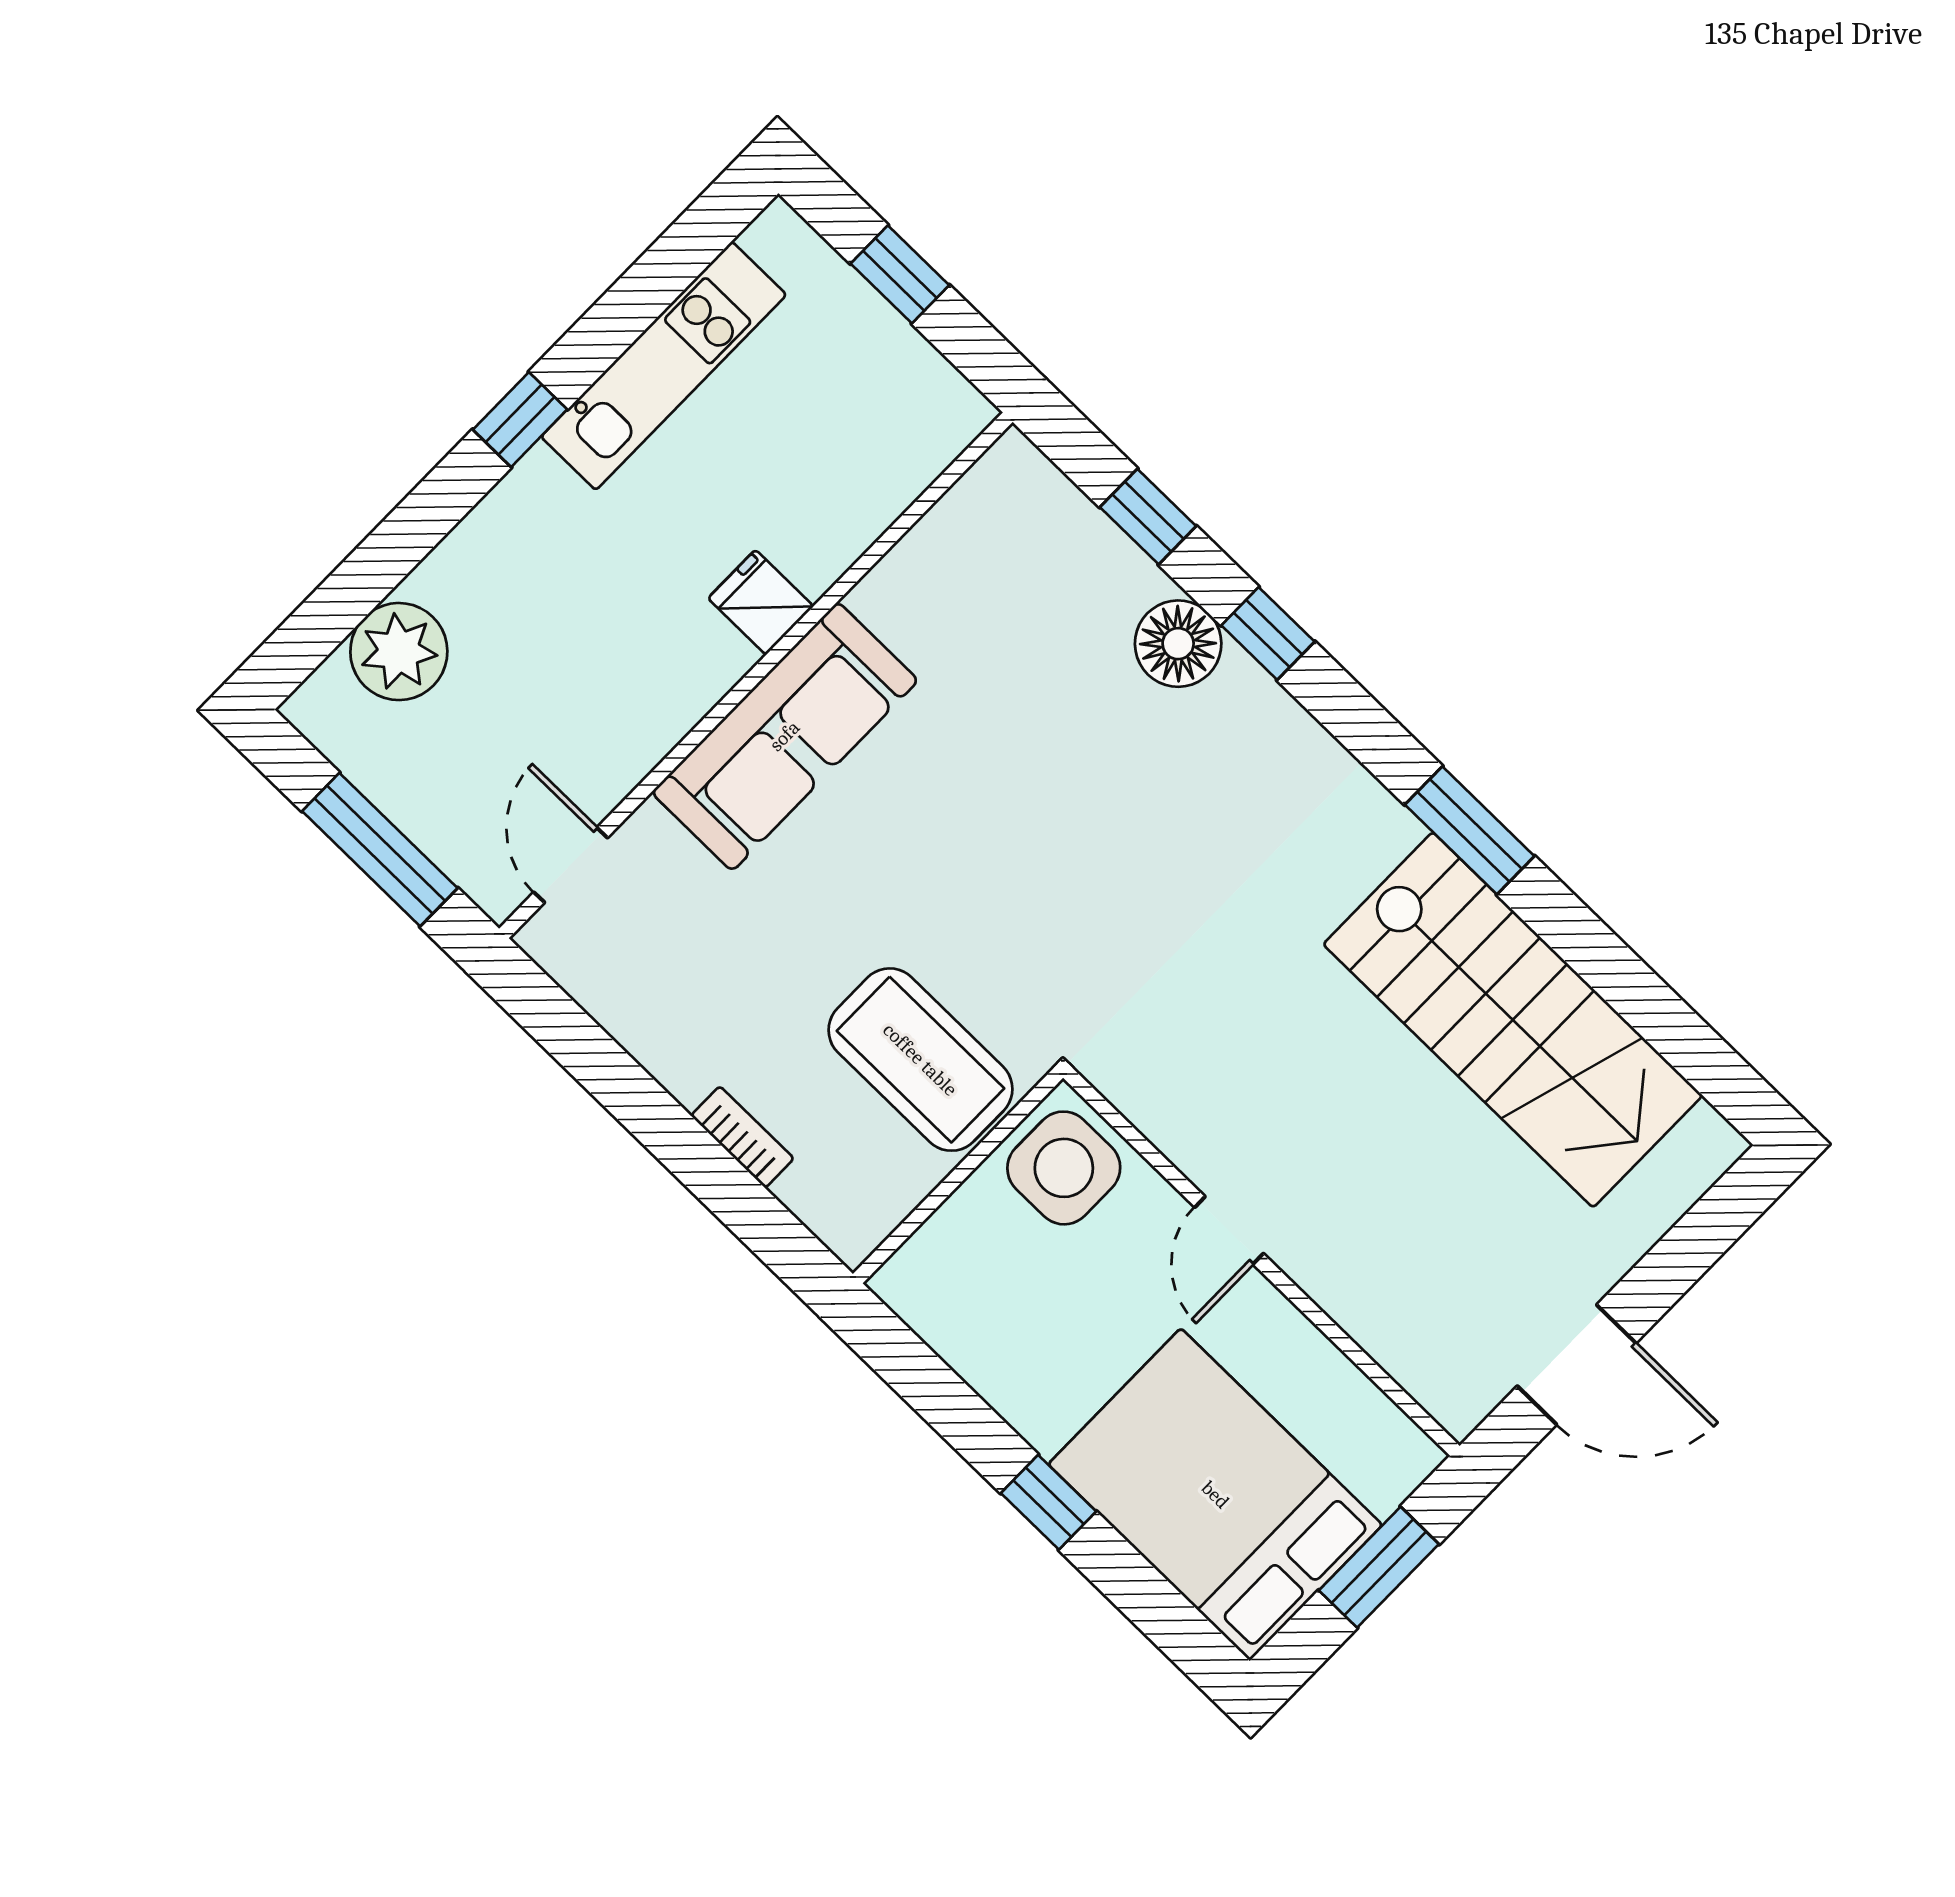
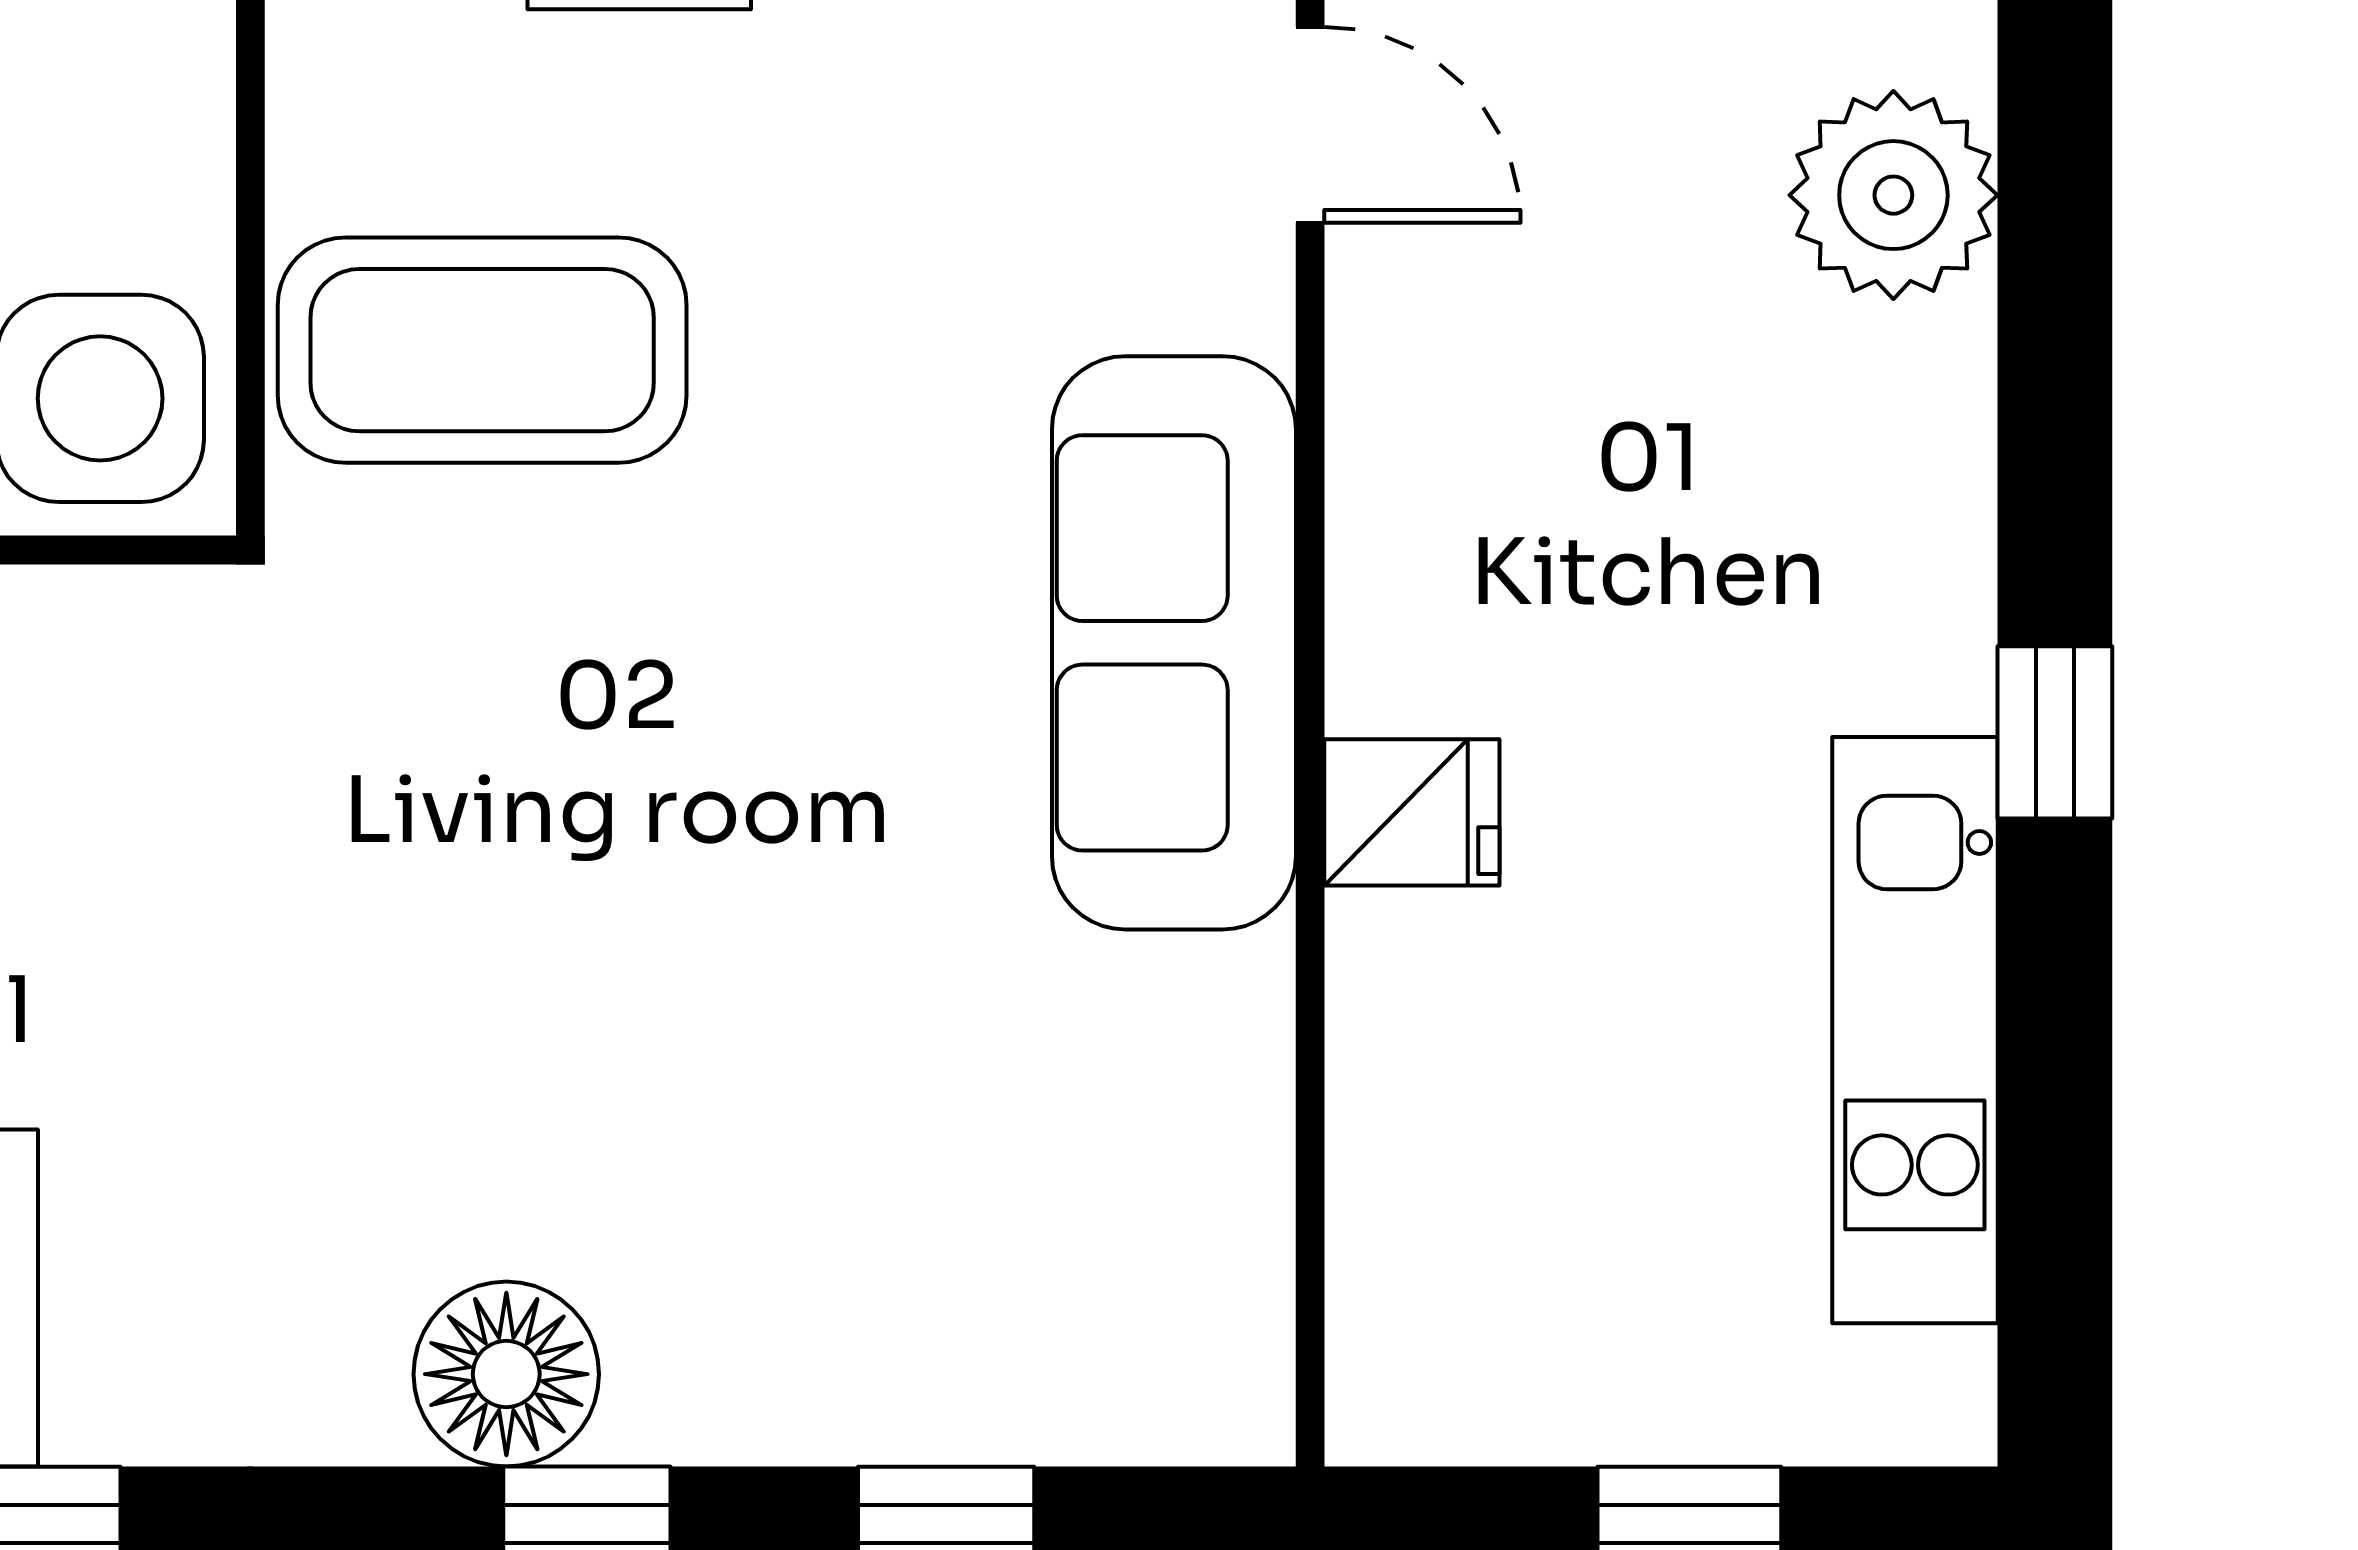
floor lamp: (1178, 644) -> (506, 1374), moved

